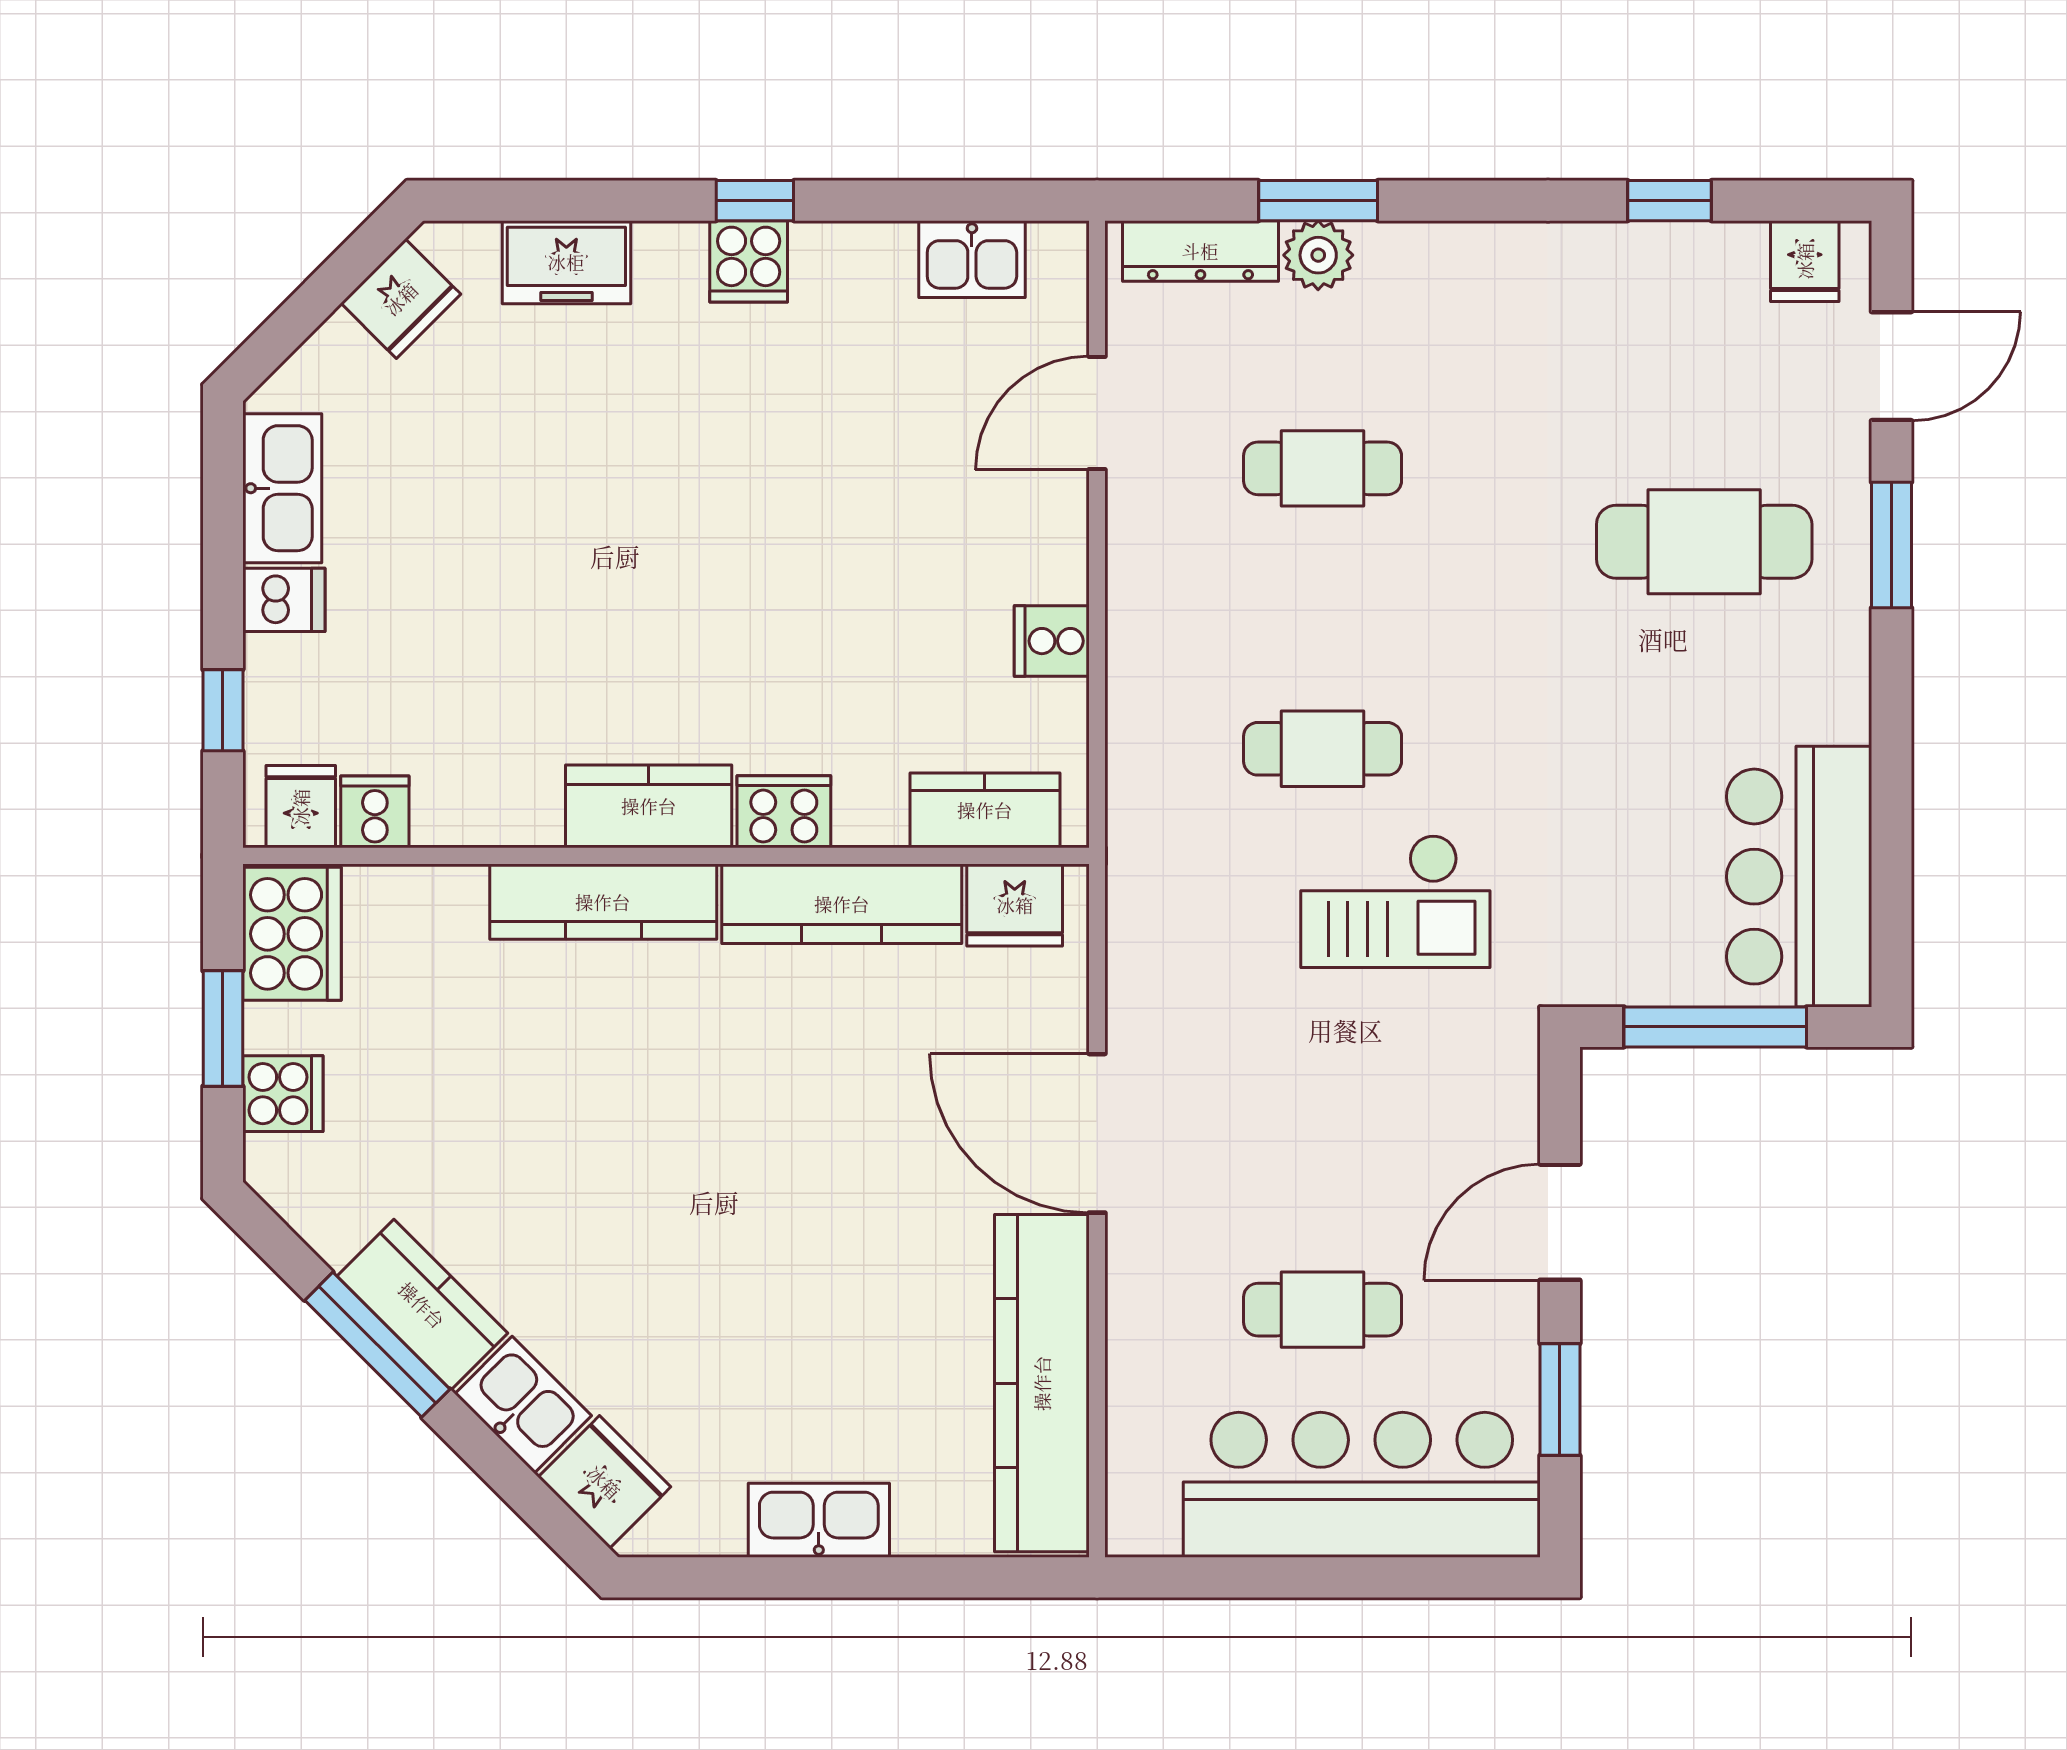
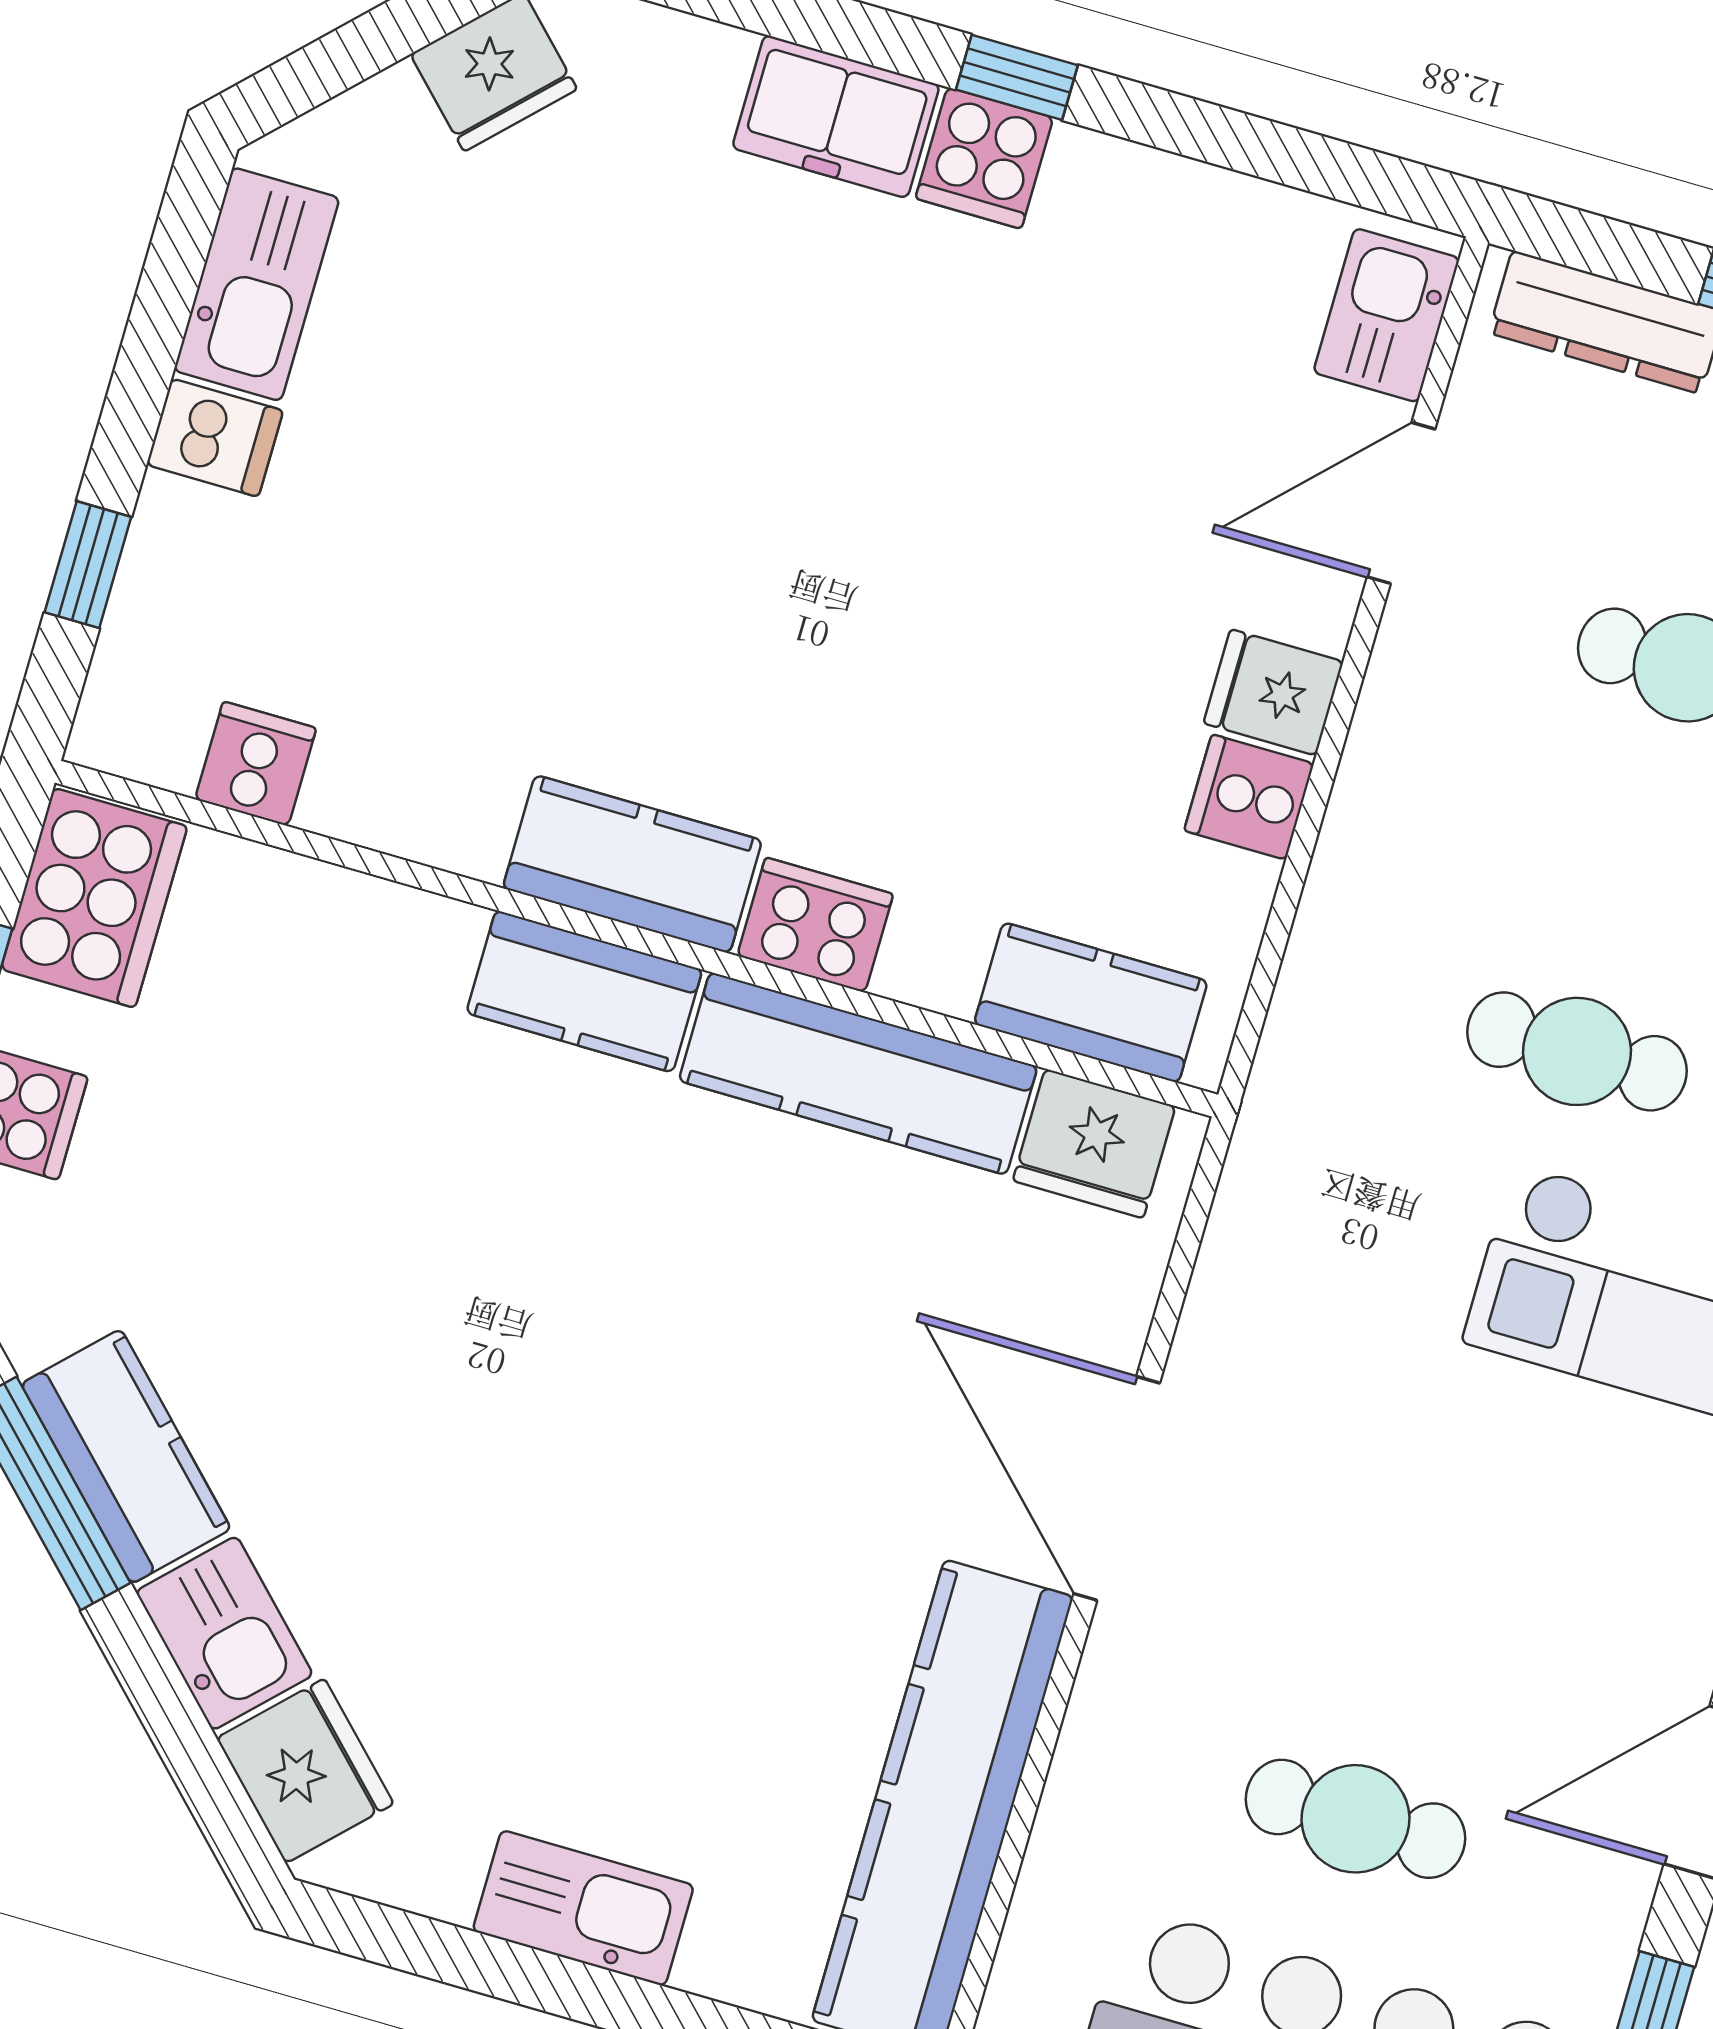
kitchen sink: (972, 259) -> (1386, 315), moved, turned 90
freezer: (566, 262) -> (836, 116), moved
fridge: (301, 807) -> (1273, 692), moved, turned -90
kitchen counter: (603, 902) -> (584, 991), width x0.67

